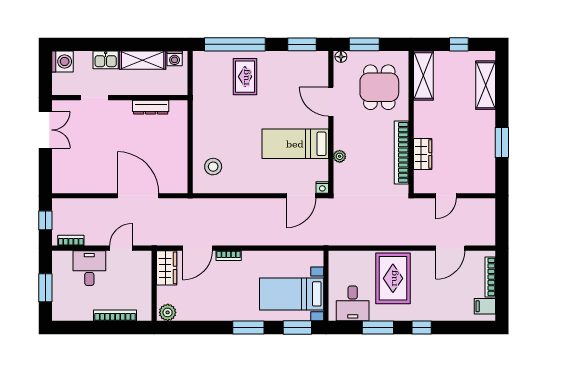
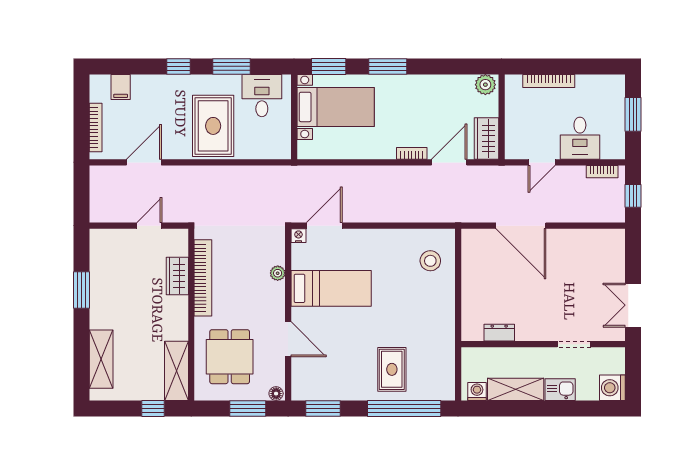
window: (459, 44) -> (153, 408), moved
dresser: (151, 107) -> (499, 333), width x0.70
filing cabinet: (485, 306) -> (121, 87), moved, turned 90

